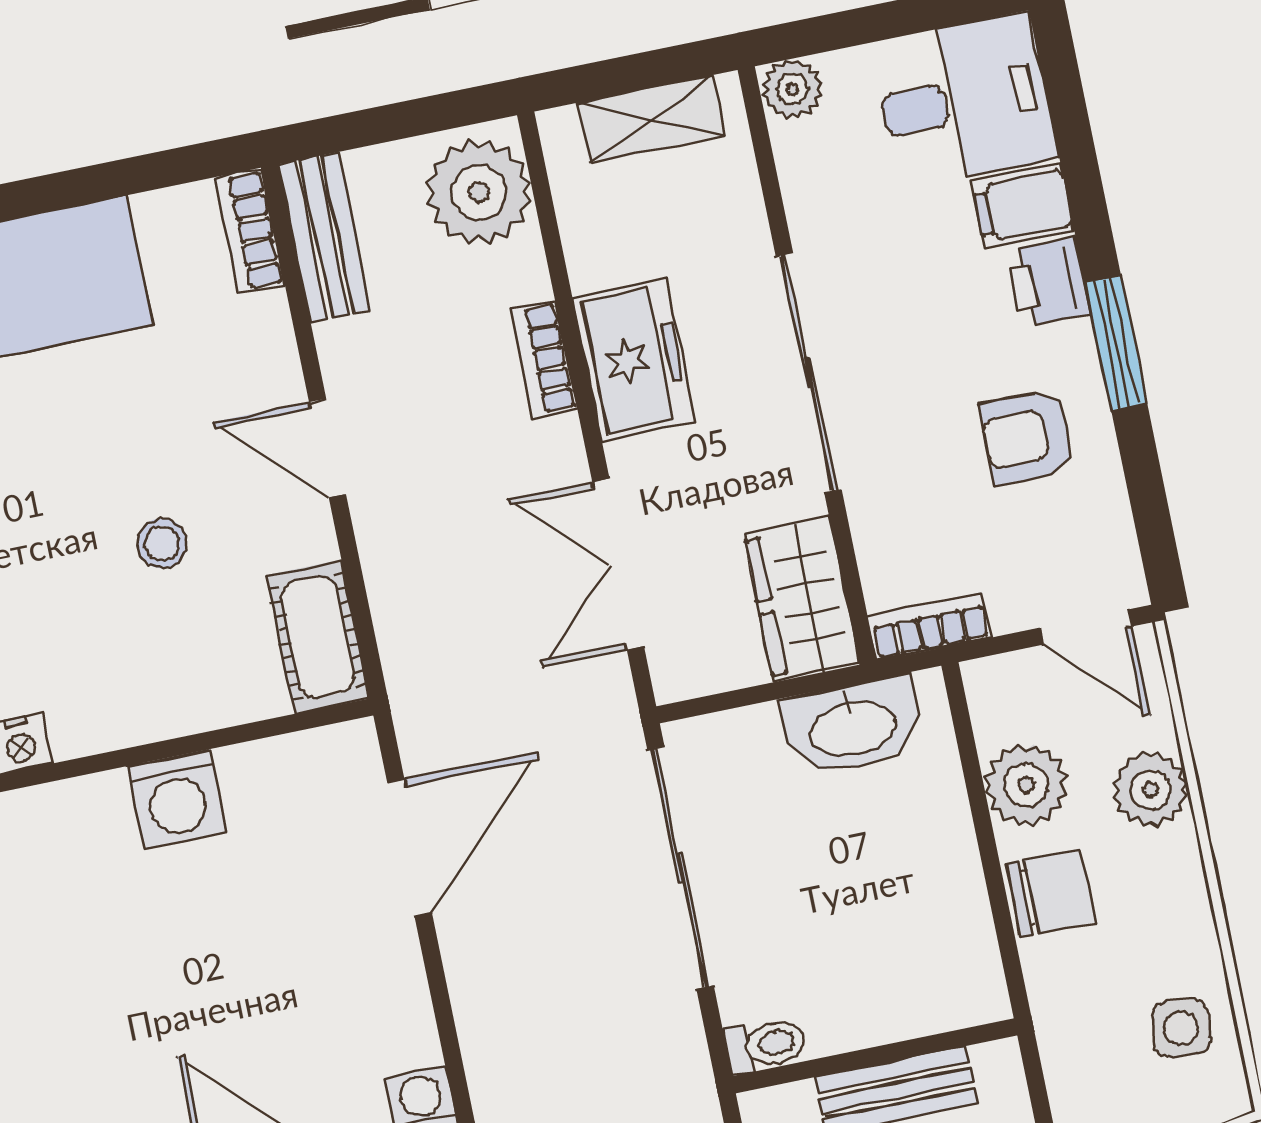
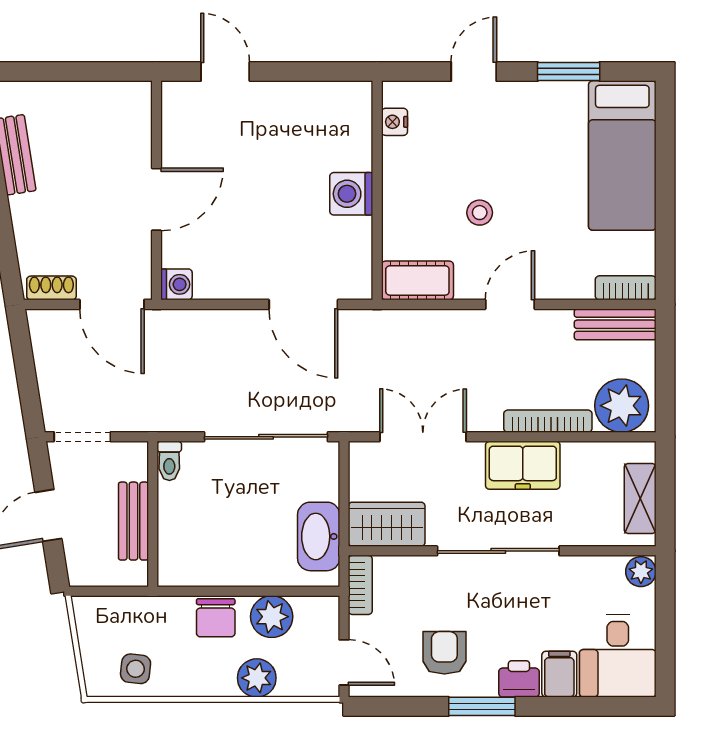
bookcase: (544, 359) -> (548, 421), width x1.56
door: (1086, 627) -> (344, 662), swing flipped

